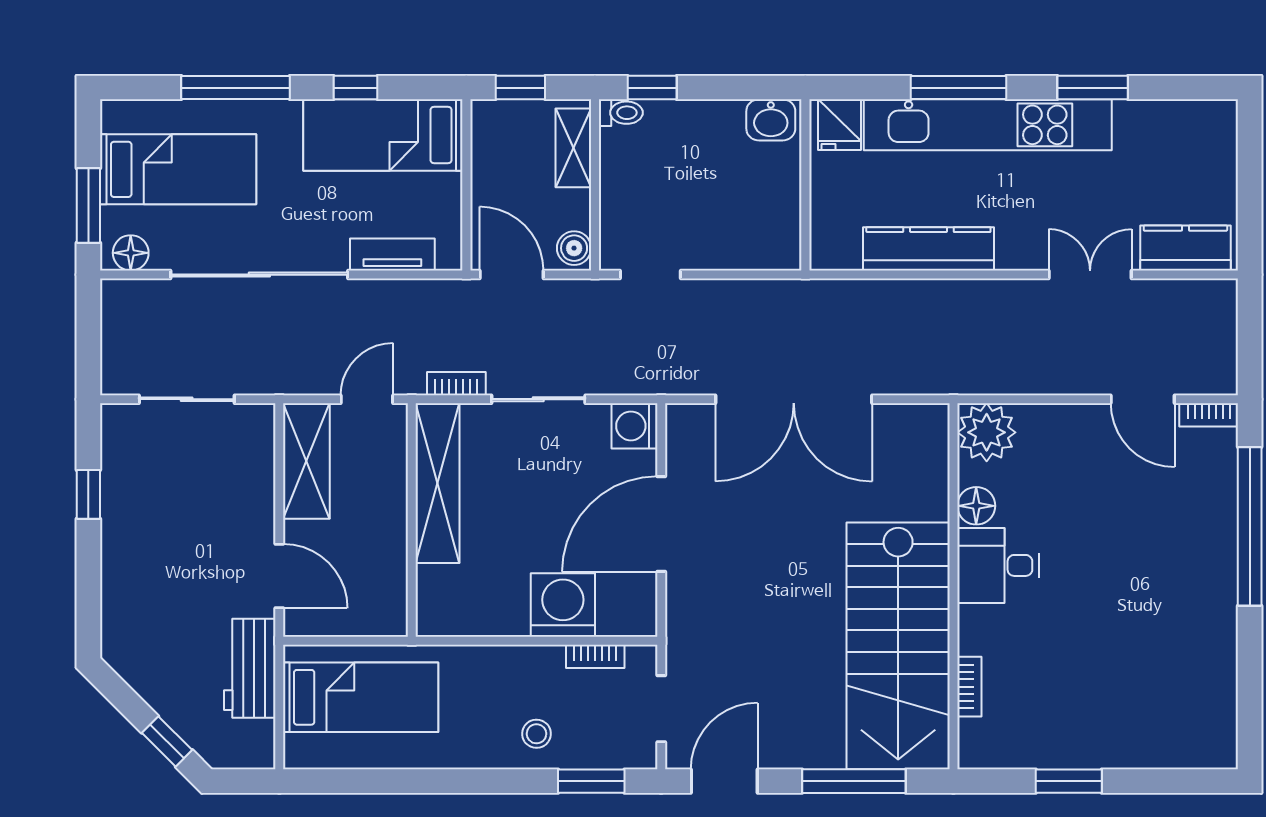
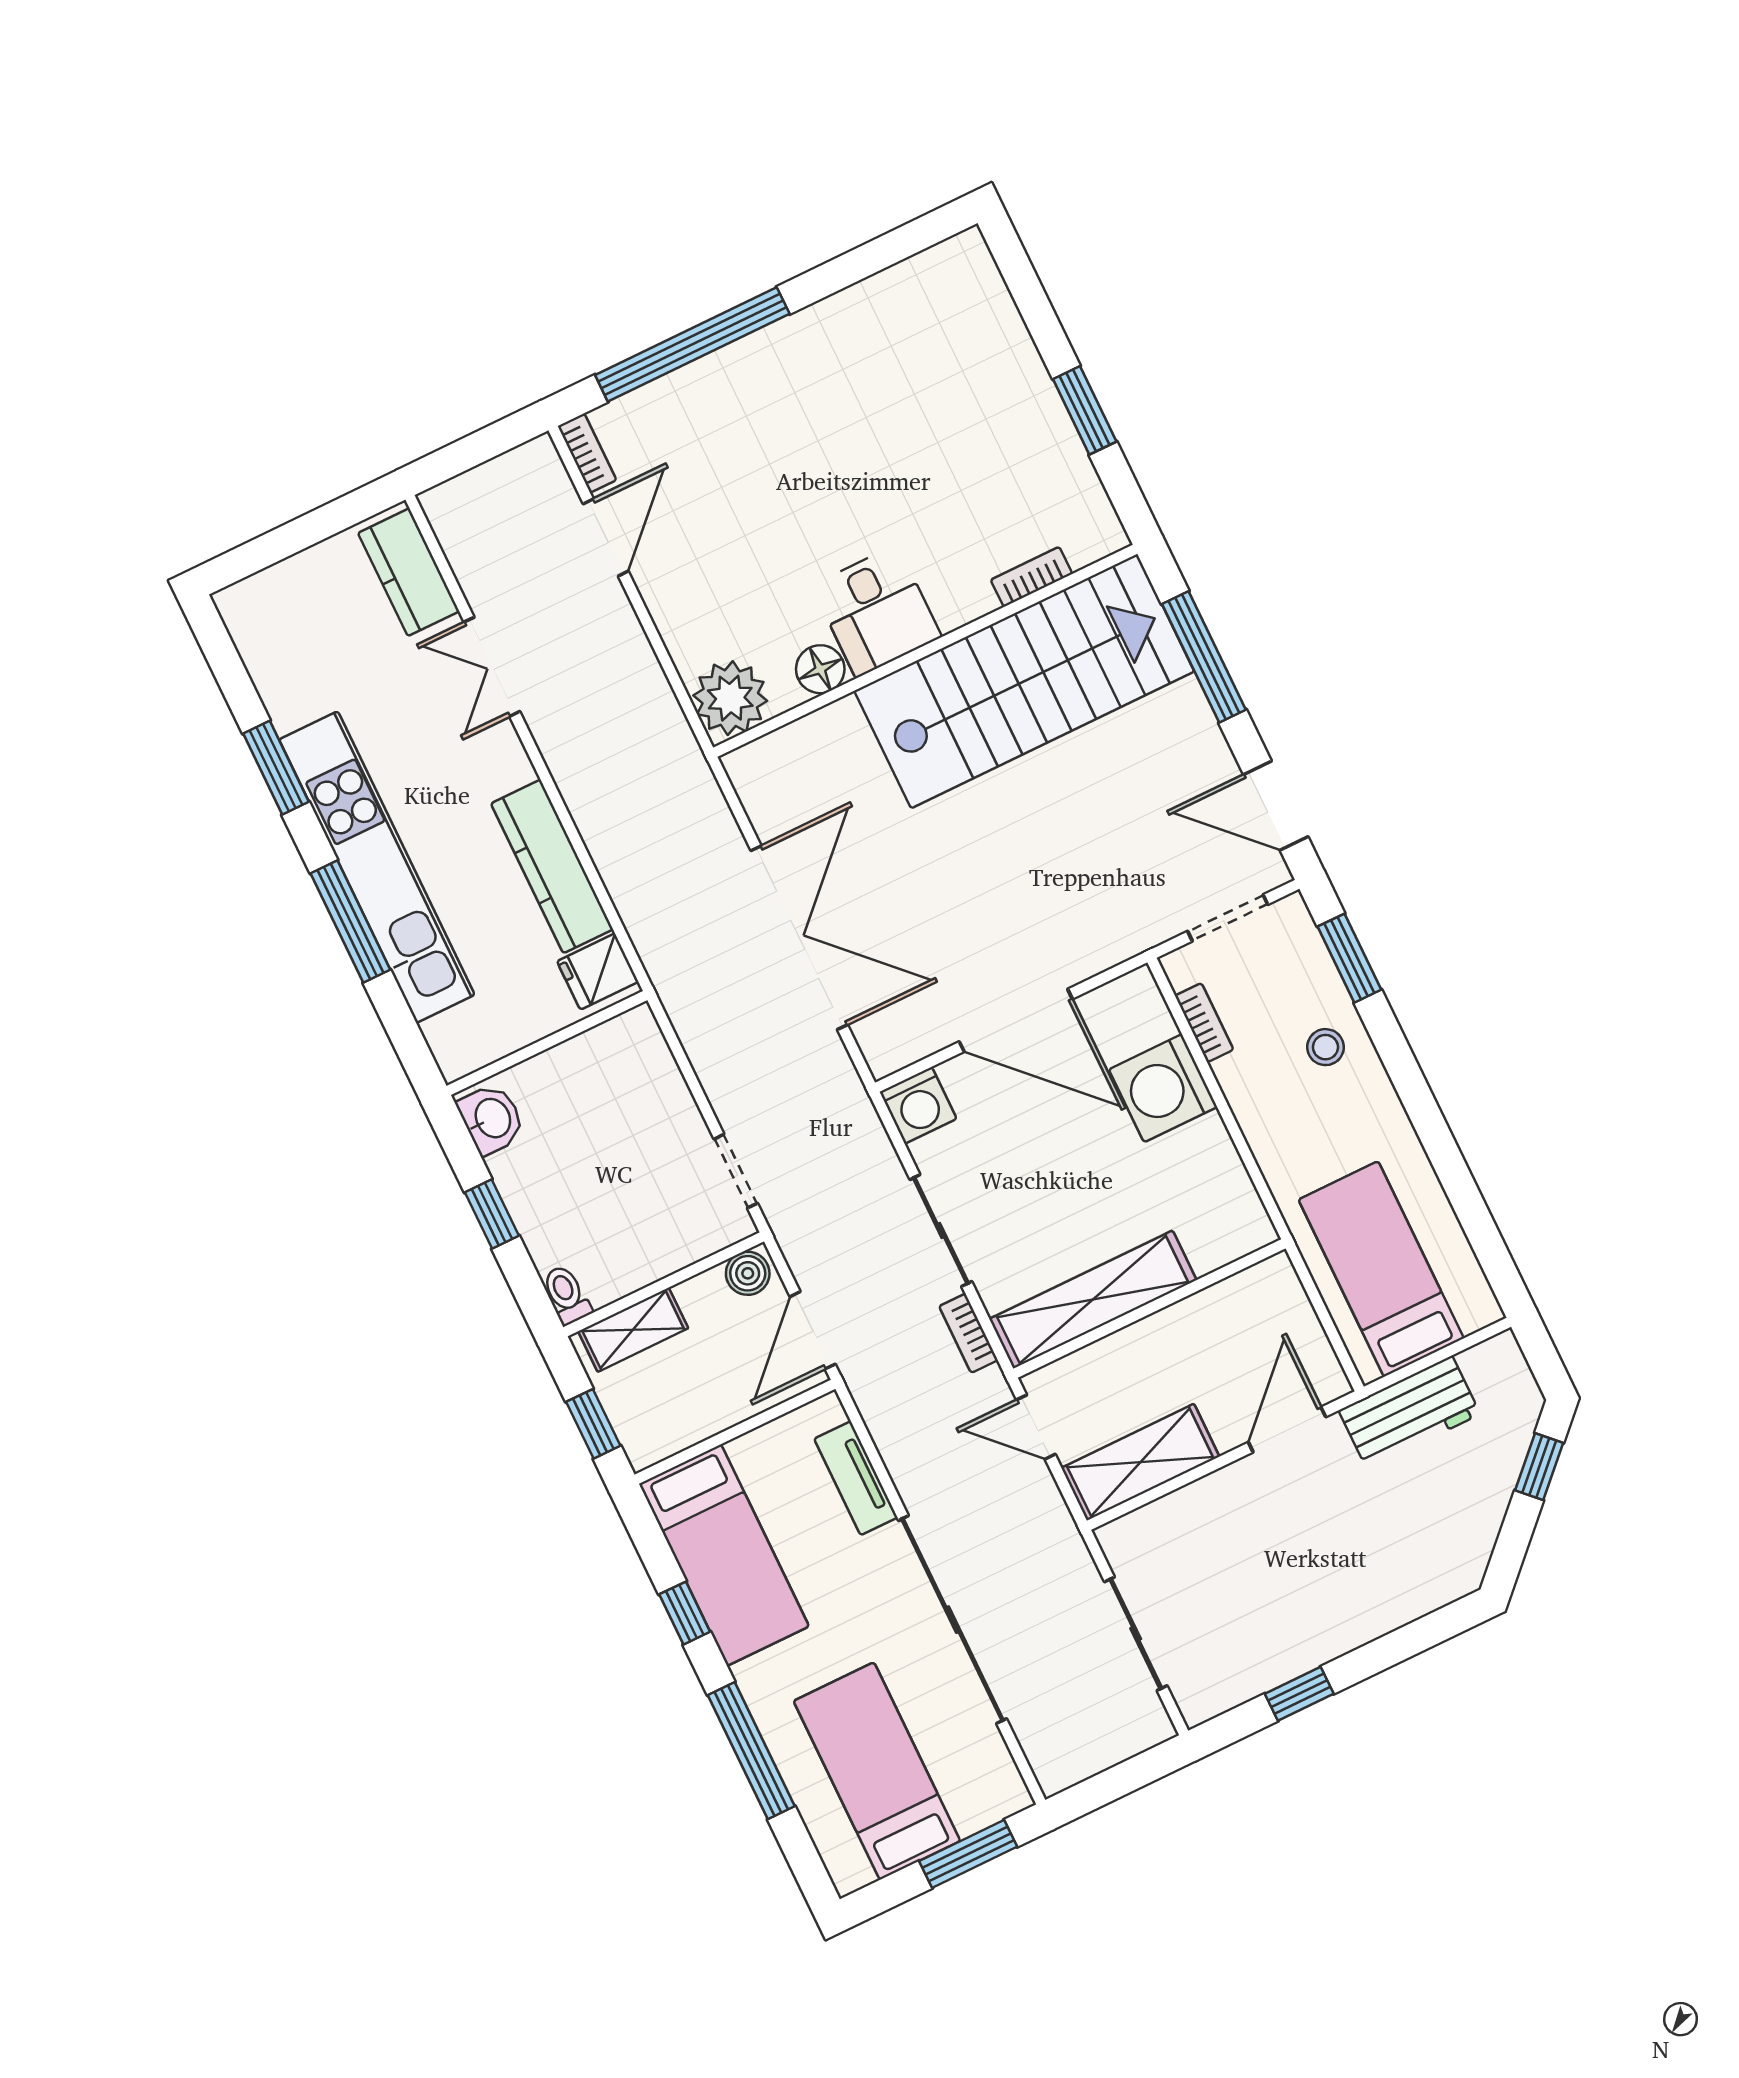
window: (652, 88) -> (492, 1214), moved
fridge: (840, 125) -> (598, 972), moved, turned 180
floor lamp: (131, 253) -> (999, 1779), removed

